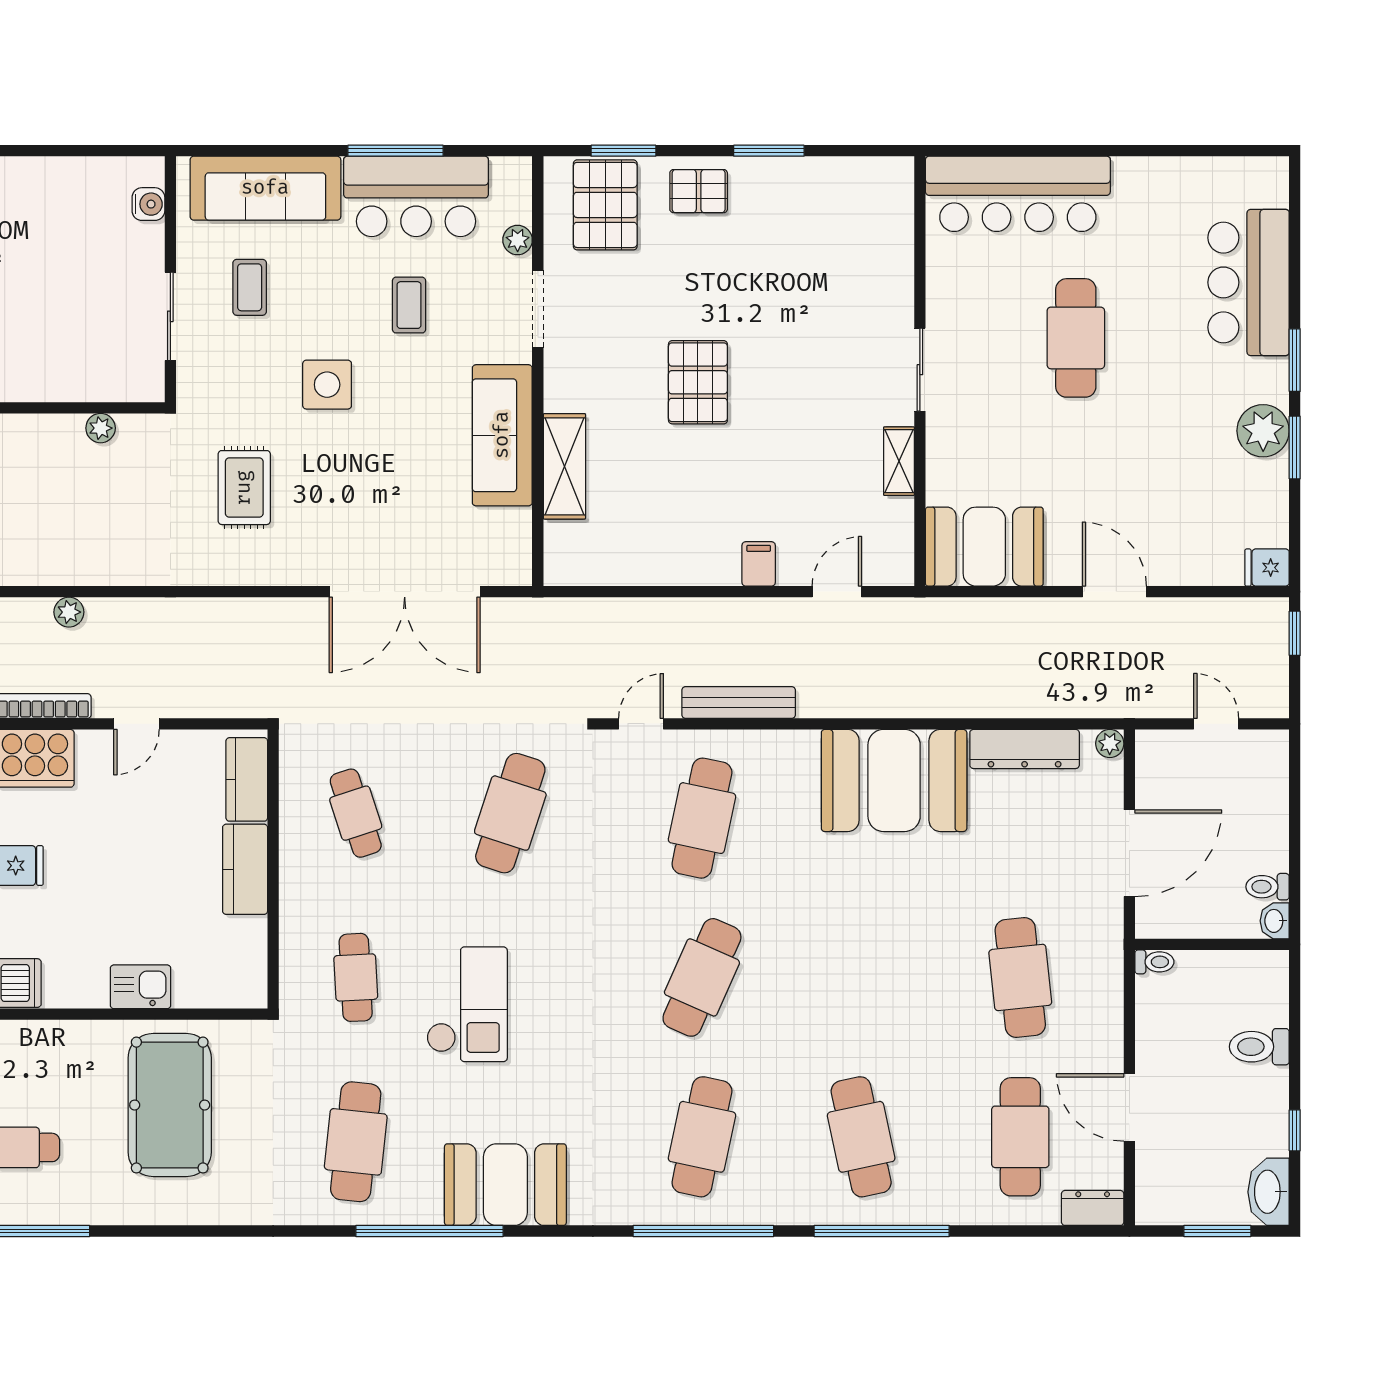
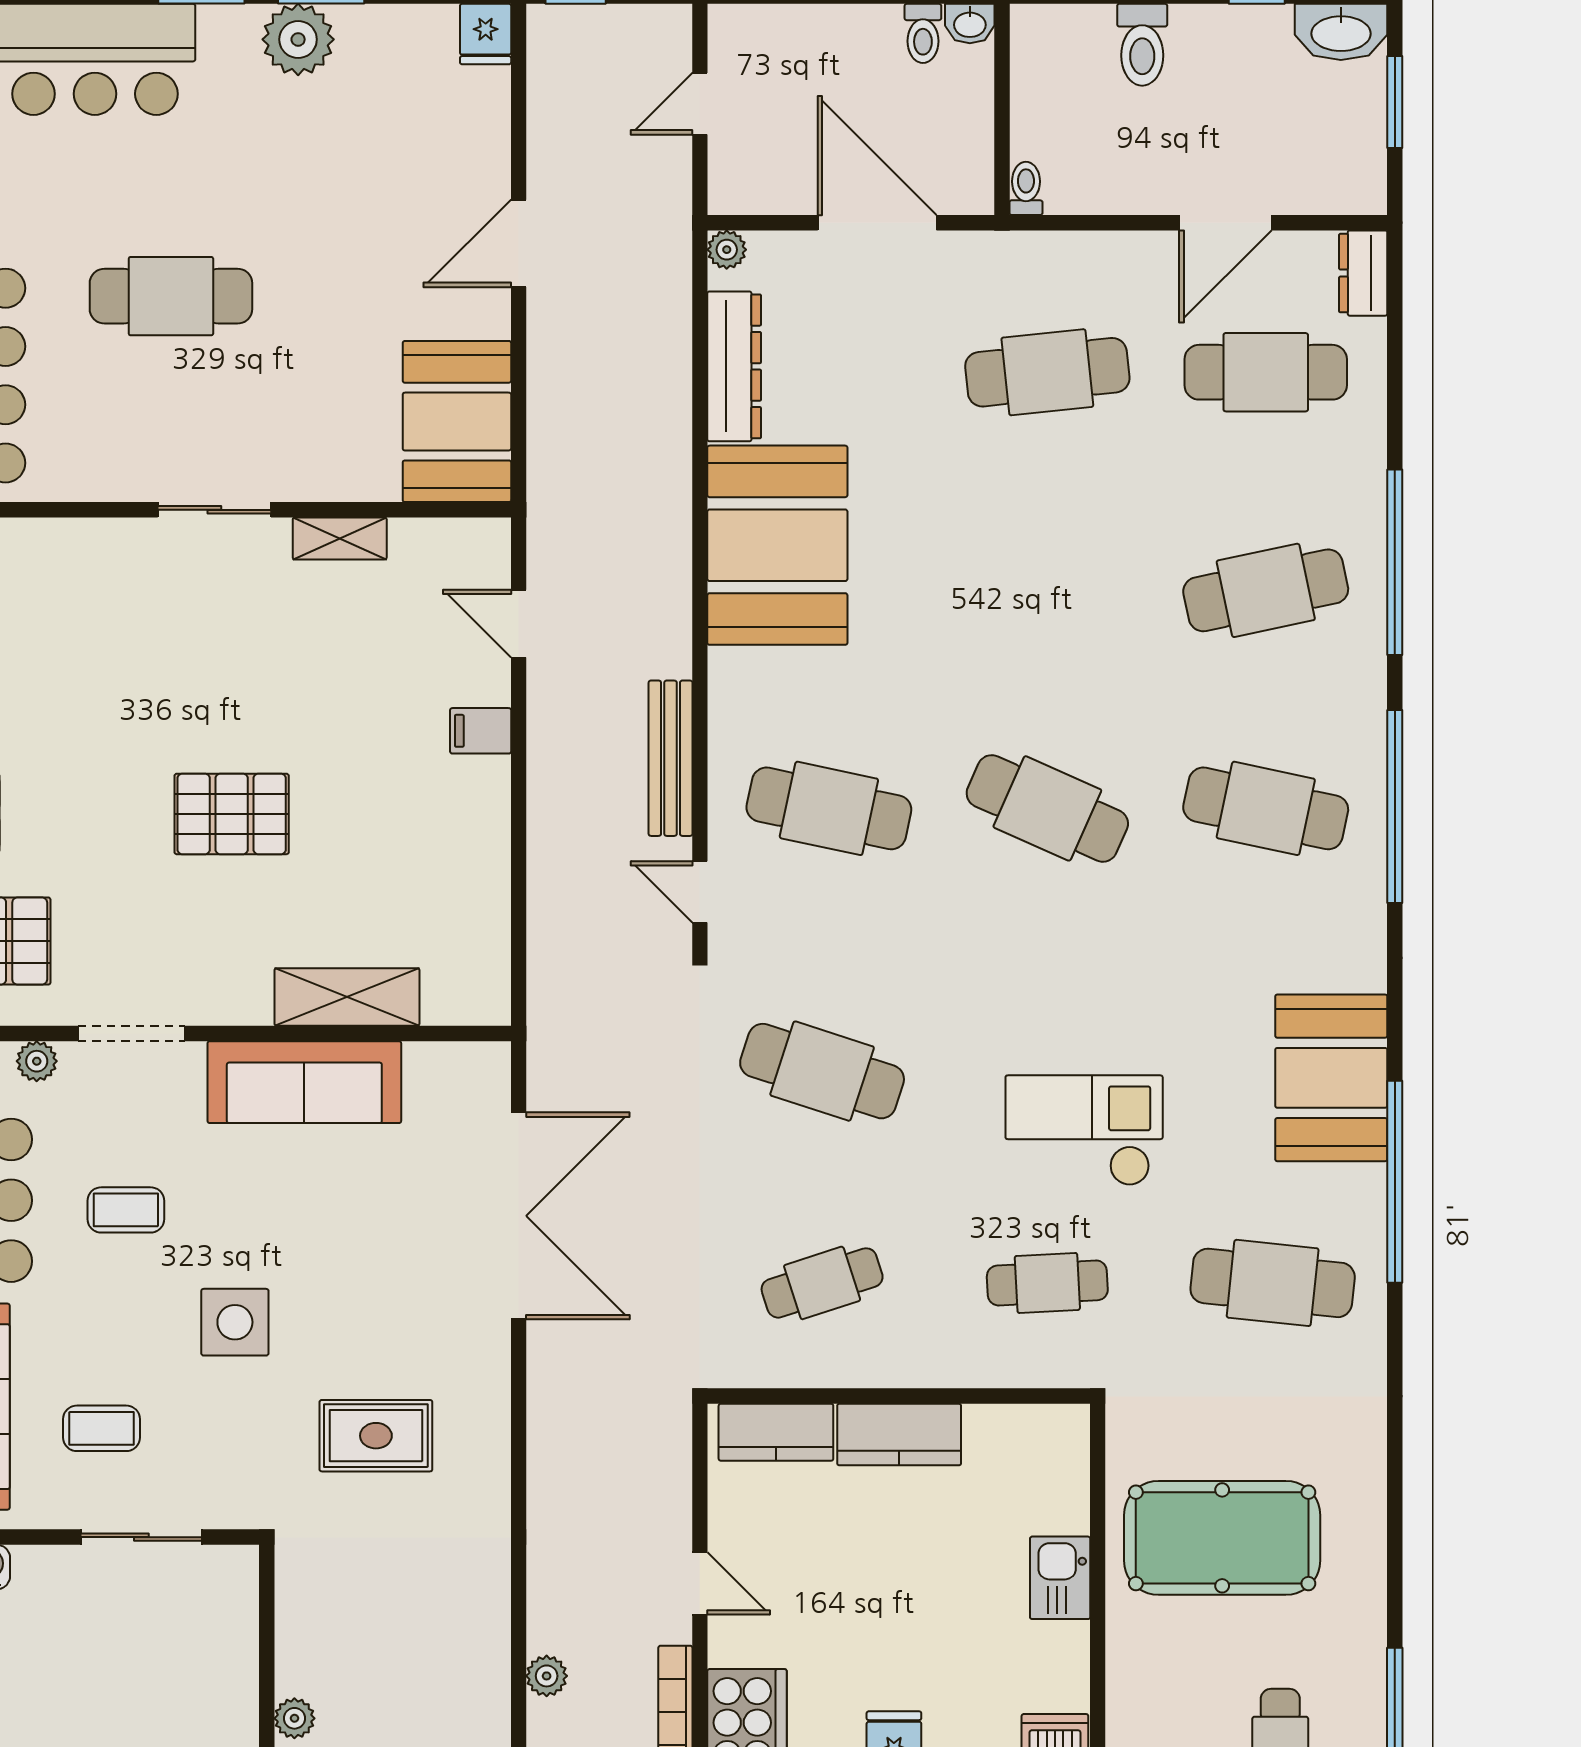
plant: (101, 428) -> (294, 1718), moved

